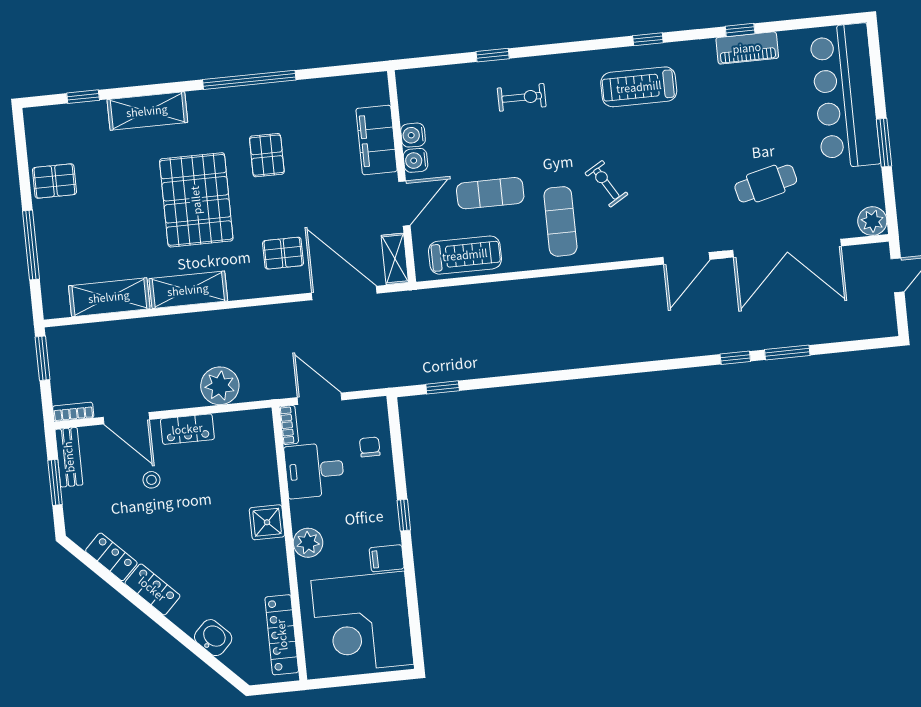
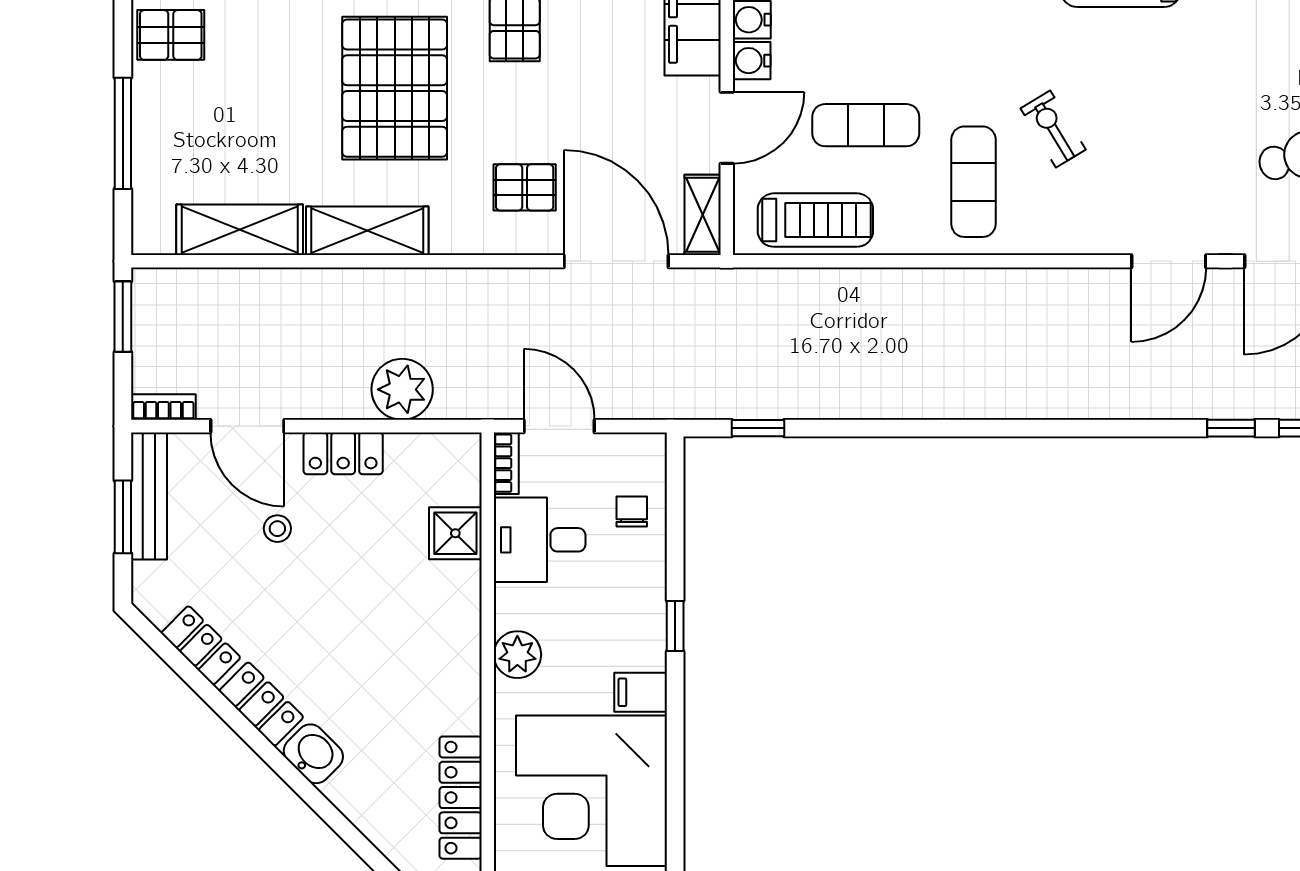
bench: (69, 457) -> (149, 496), width x1.36
shower: (267, 522) -> (455, 533), moved
washbasin: (213, 638) -> (313, 754), moved

